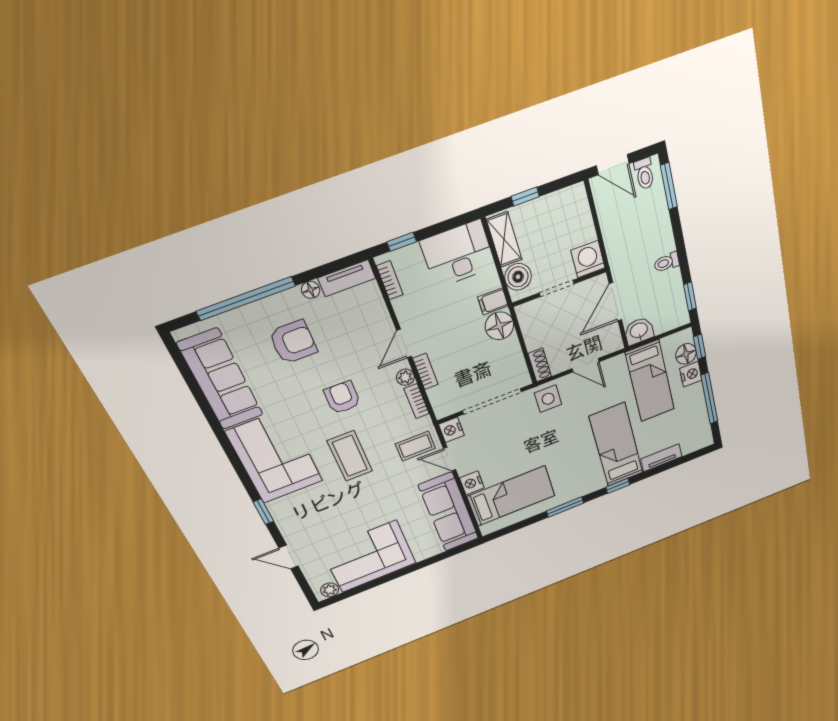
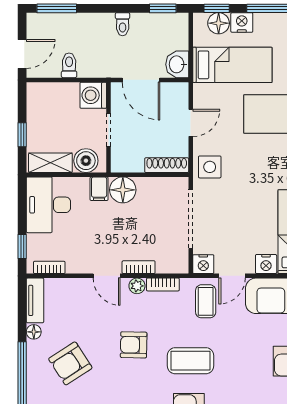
toilet: (644, 174) -> (69, 65), moved, turned -90
armchair: (293, 342) -> (70, 363), turned -123
shoe rack: (540, 365) -> (167, 165), width x1.43

